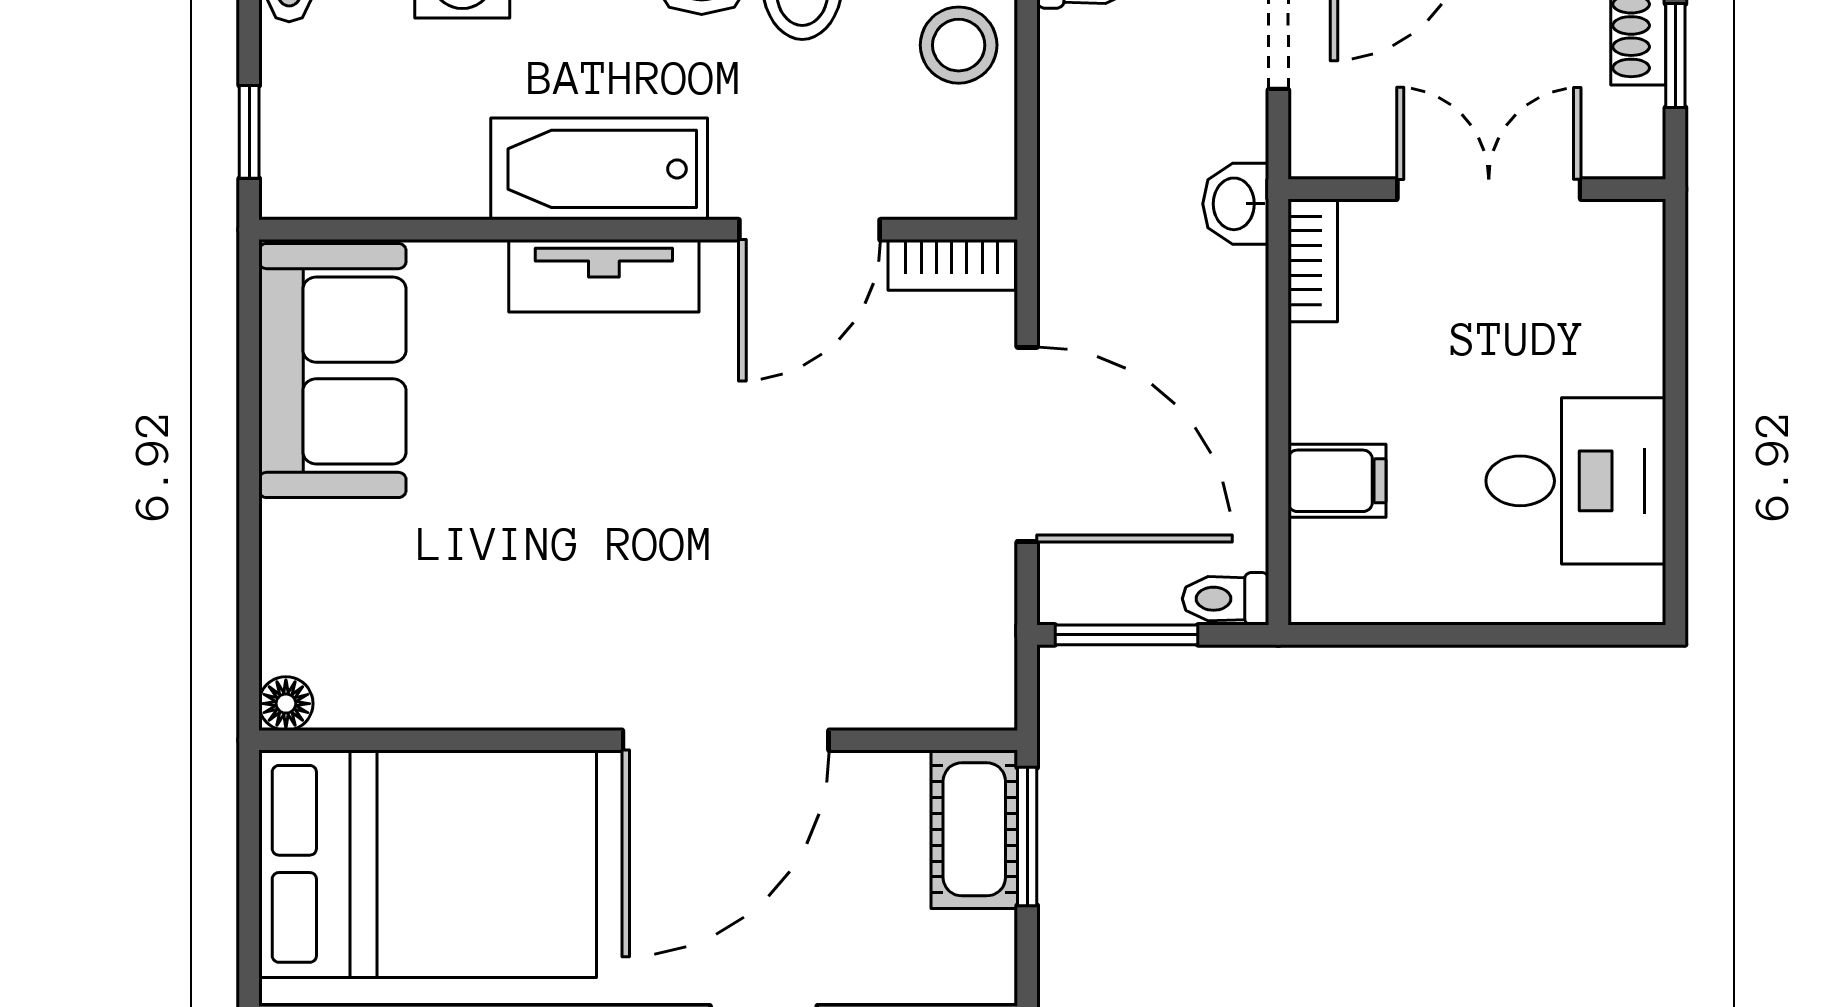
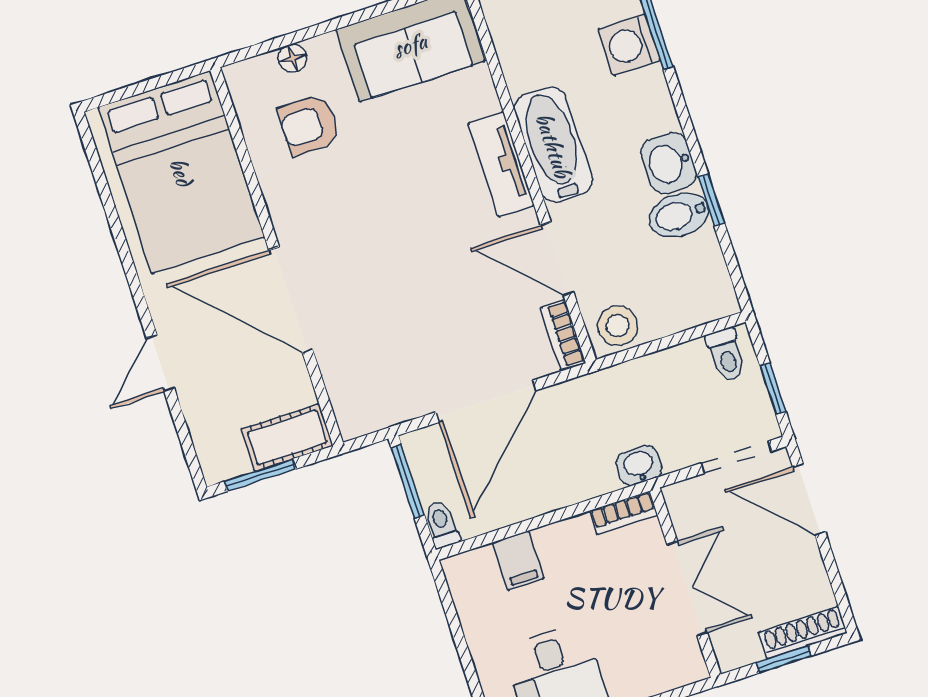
stool: (959, 45) -> (618, 326), moved
armchair: (418, 603) -> (309, 125), added
floor lamp: (286, 704) -> (292, 58), moved
window: (1027, 837) -> (260, 475), moved

